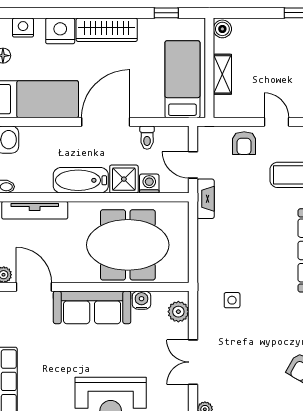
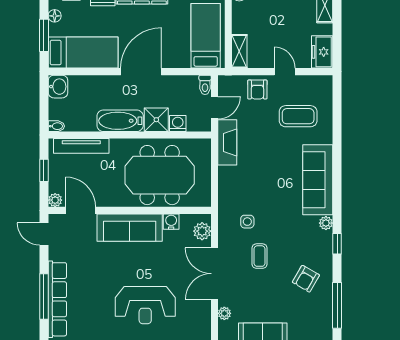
shelving: (222, 74) -> (239, 51), moved
toilet: (147, 138) -> (205, 85), moved
door: (193, 165) -> (214, 108), swing flipped
fireplace: (206, 199) -> (227, 142), width x1.37, depth x1.32
coffee table: (247, 341) -> (260, 256), added
double door: (193, 362) -> (214, 274), width x1.37

